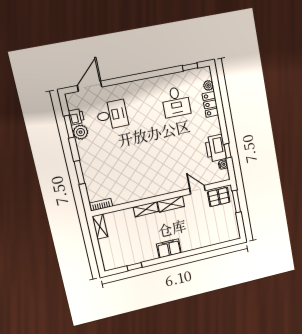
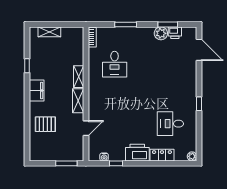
window: (190, 67) -> (199, 104), moved
plant: (208, 85) -> (192, 156), moved
desk: (112, 115) -> (115, 64), moved
printer: (216, 148) -> (137, 153), moved
pallet: (219, 197) -> (45, 124), moved, turned 90
shelving: (100, 227) -> (49, 32), moved
window: (135, 267) -> (27, 66), moved

